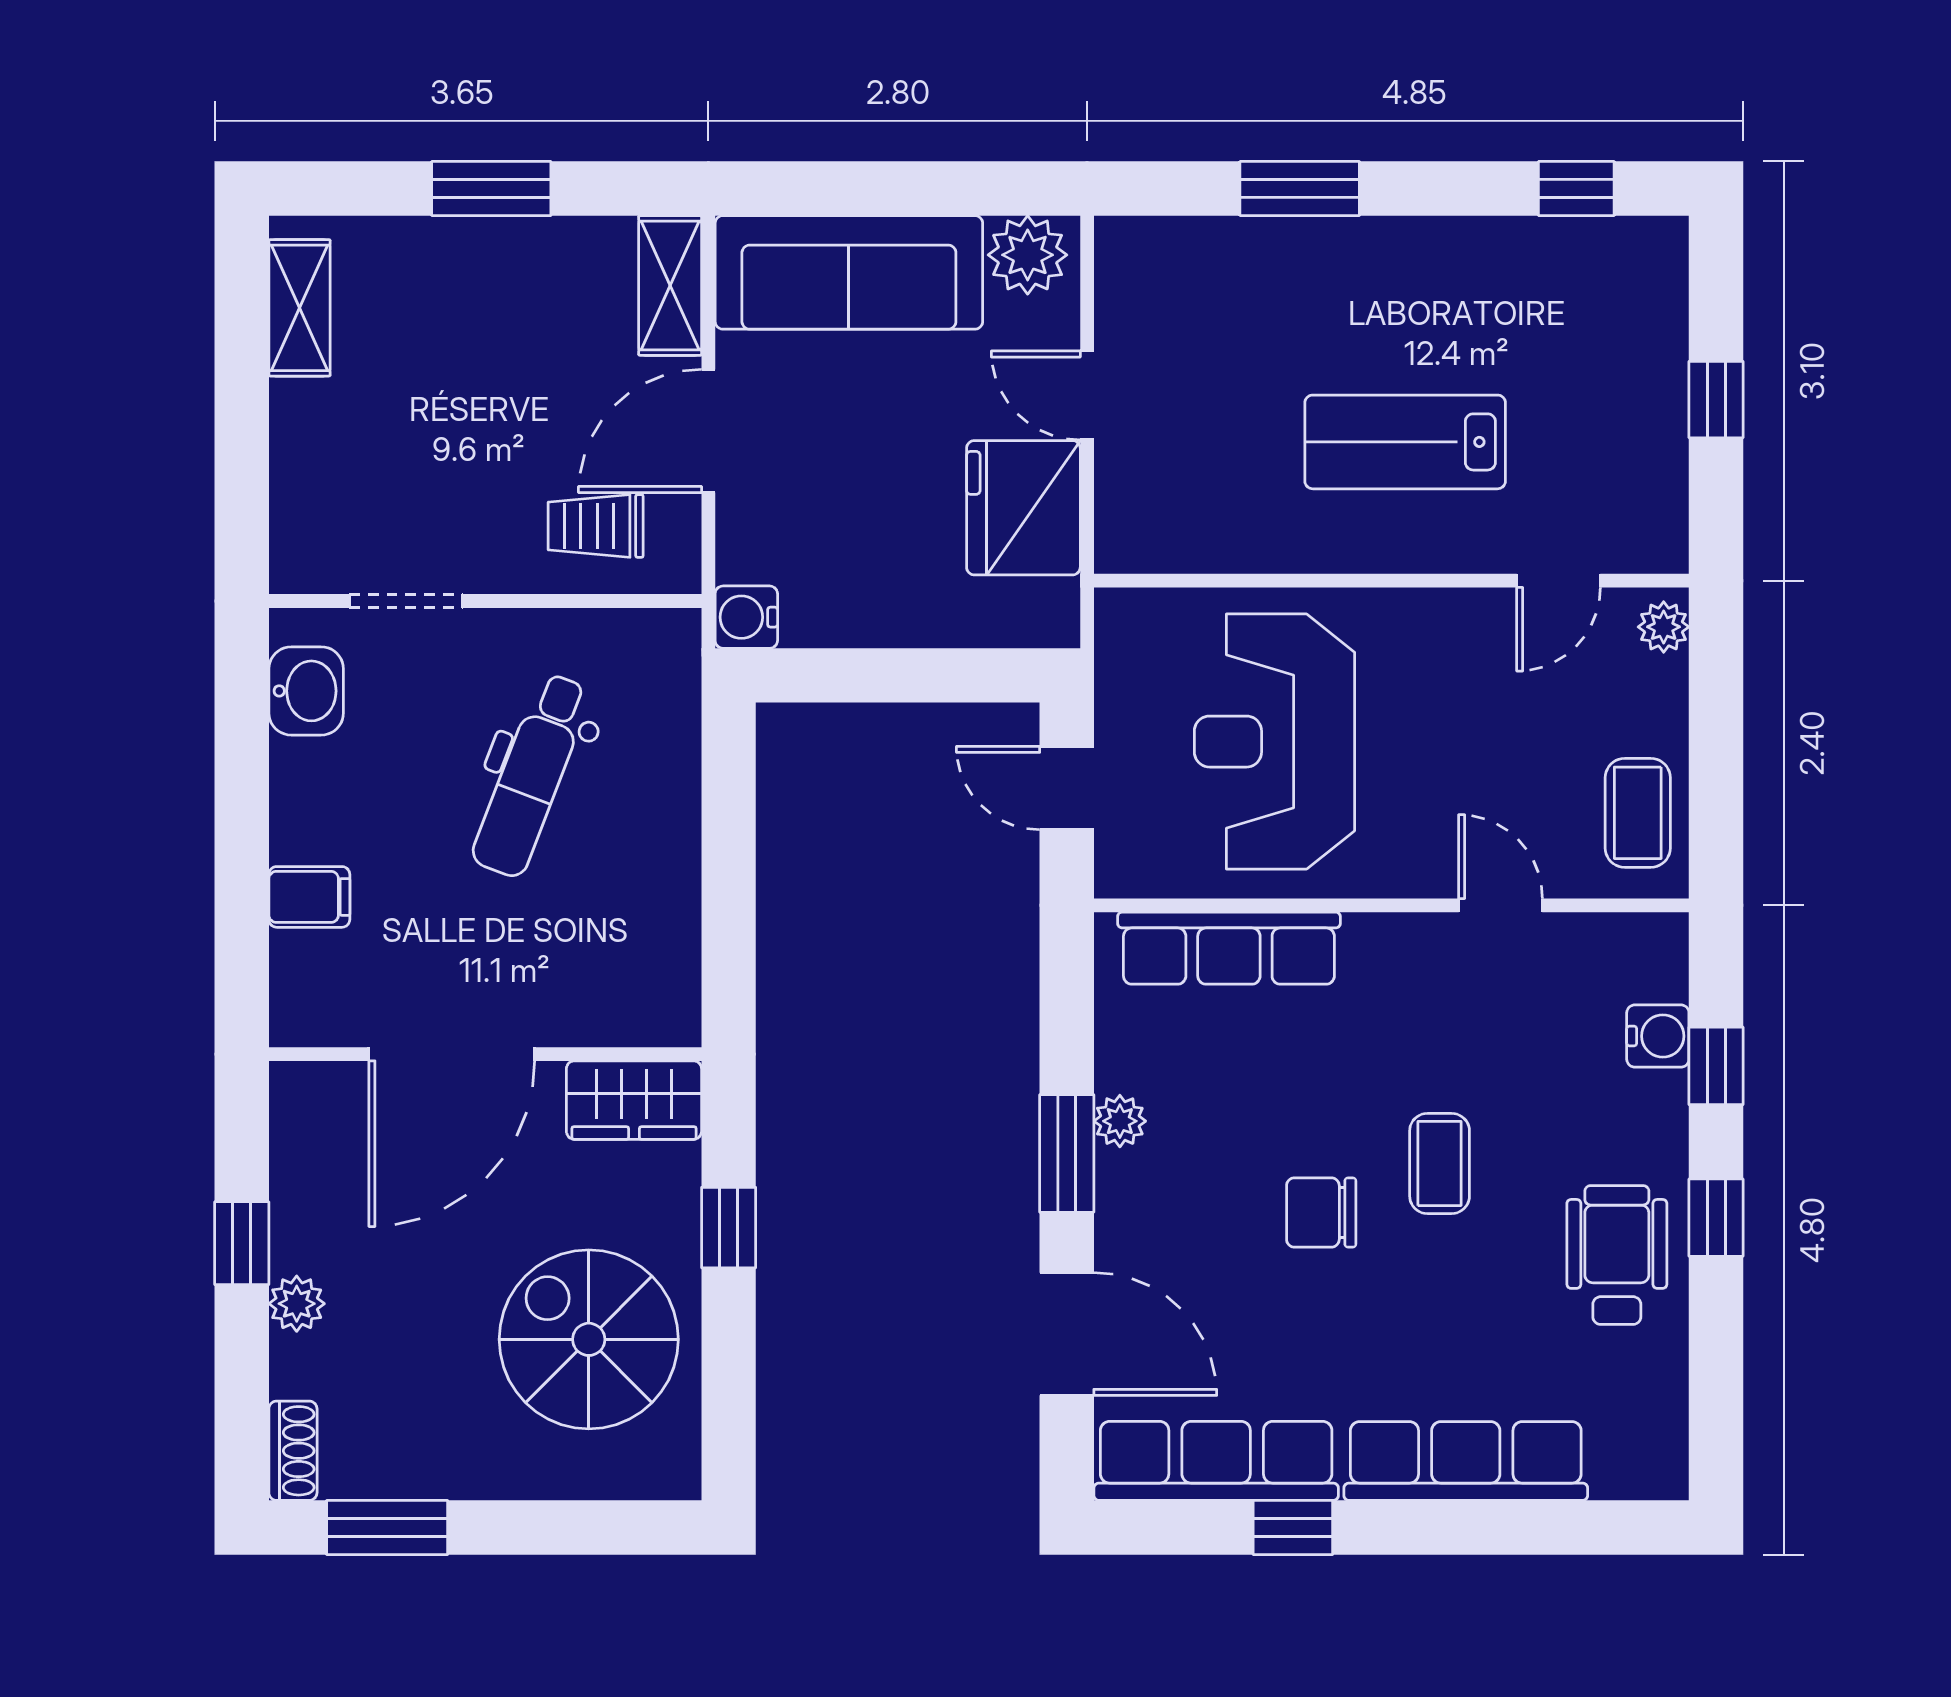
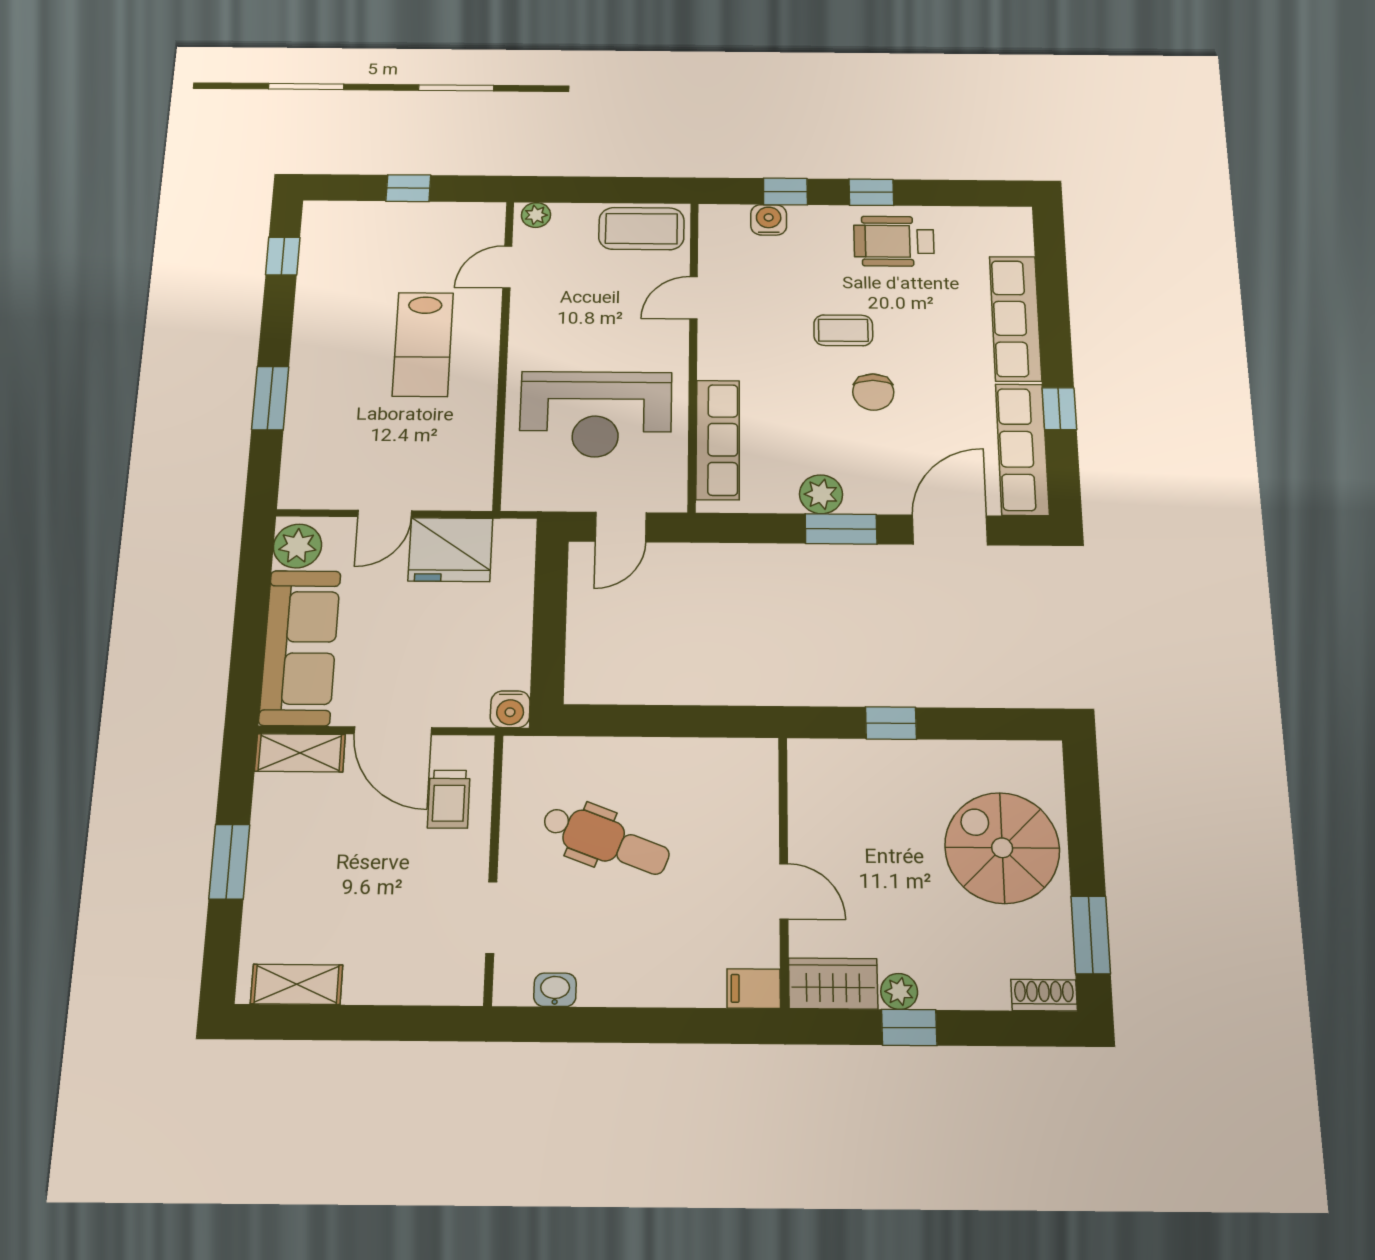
door: (1558, 581) -> (507, 267), swing flipped
washbasin: (306, 691) -> (555, 990), width x0.72, depth x0.69
coffee table: (1638, 813) -> (641, 229), width x1.36, depth x1.30
filing cabinet: (309, 897) -> (754, 989), moved, turned -90
door: (452, 1054) -> (784, 891), width x0.53
wardrobe: (634, 1100) -> (833, 984), moved, turned -90
plant: (1120, 1121) -> (821, 494), width x1.38, depth x1.38
plant: (297, 1304) -> (899, 991), moved
spiral stairs: (589, 1339) -> (1002, 848), moved, turned 90

